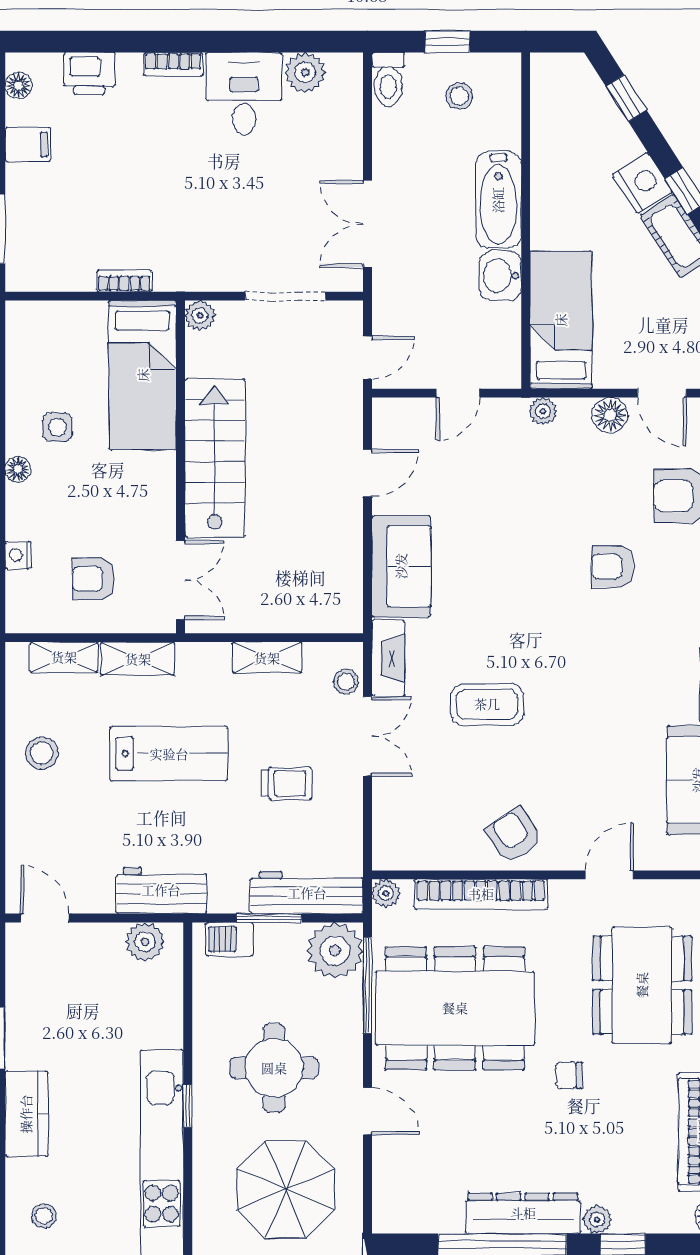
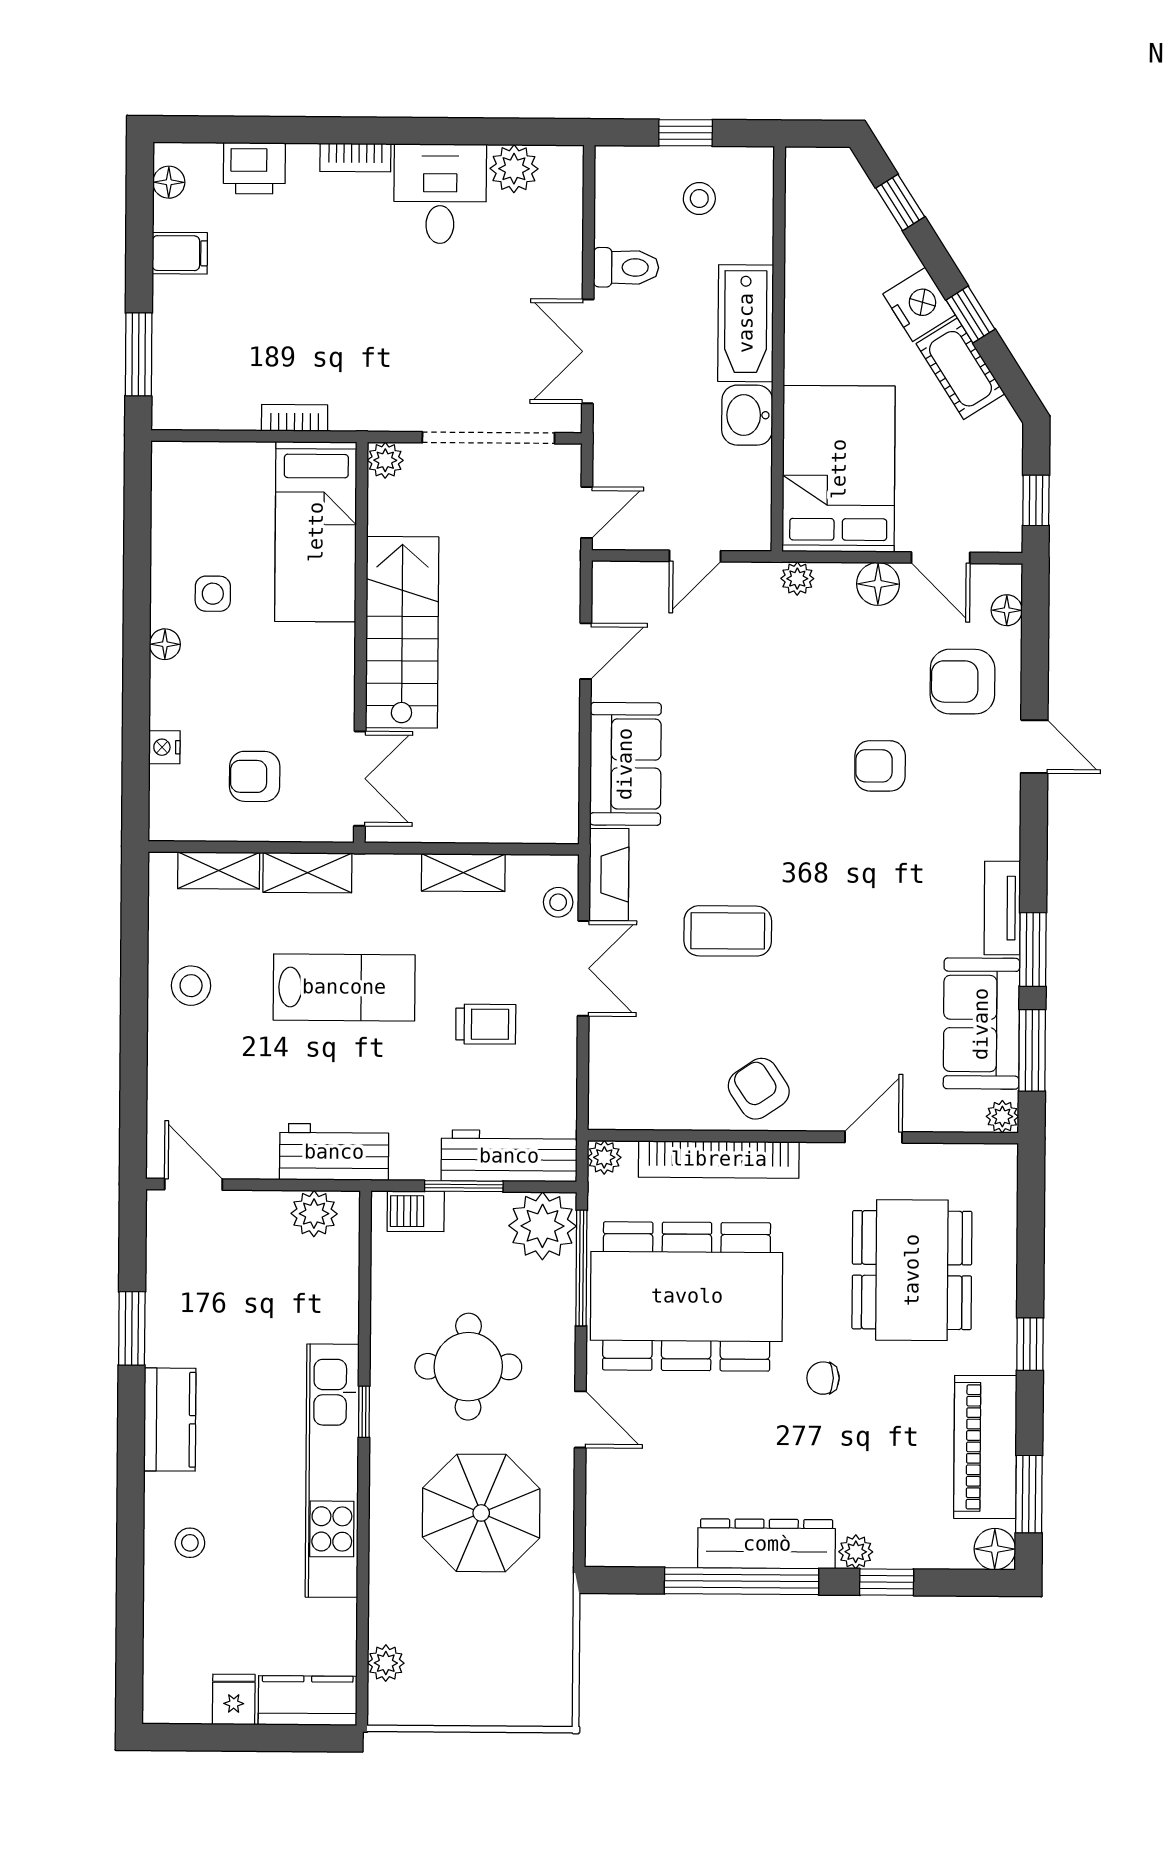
toilet: (388, 79) -> (626, 267), moved, turned -90
doorway: (285, 296) -> (488, 438), width x1.36
bed: (561, 320) -> (839, 469), width x1.50

